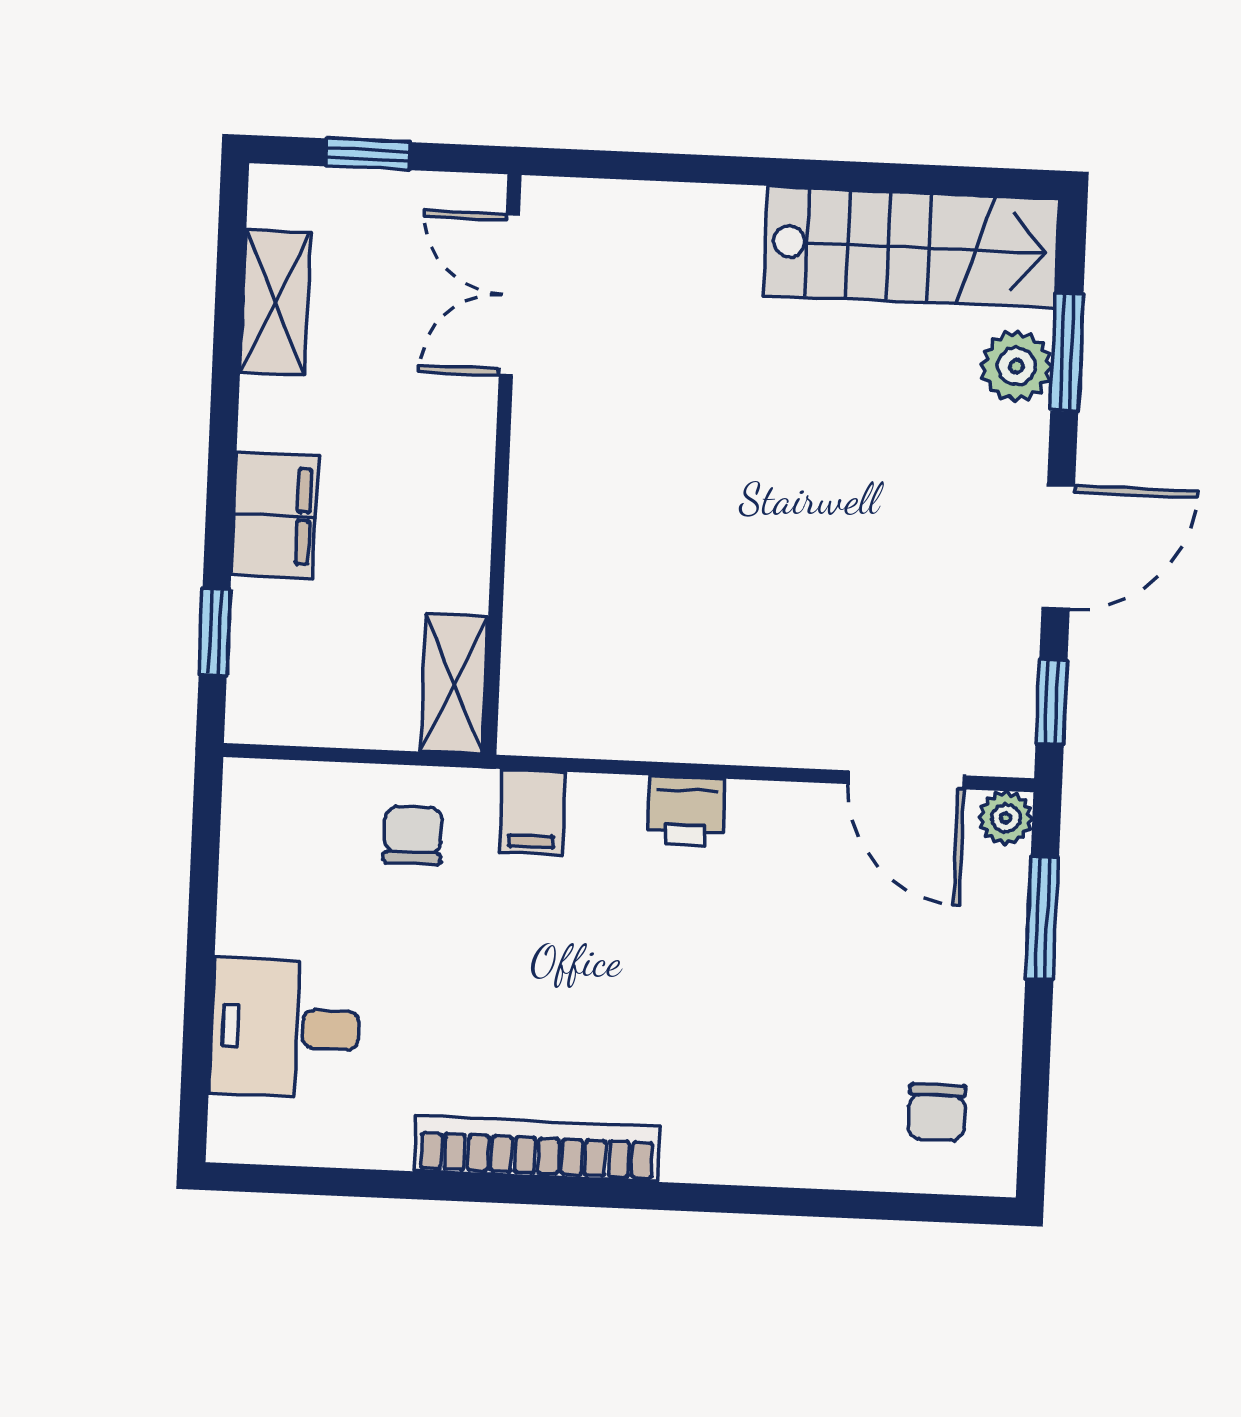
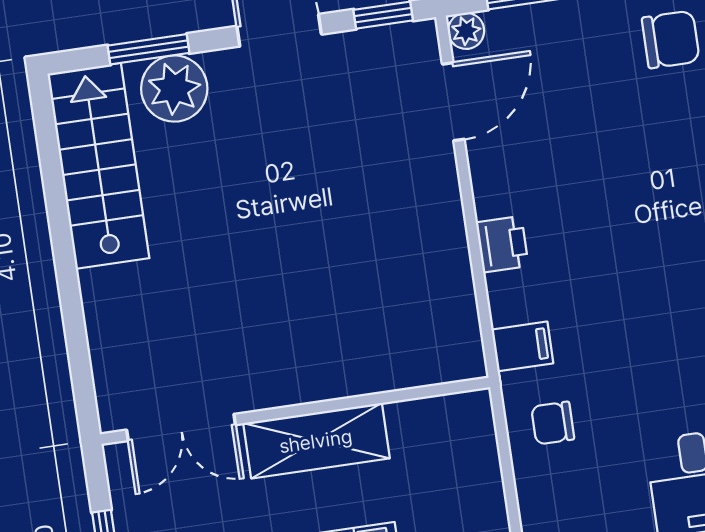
plant: (1016, 366) -> (174, 89), width x1.36, depth x1.36
shelving: (454, 684) -> (316, 441), moved, width x1.50, depth x1.33
chair: (937, 1112) -> (671, 39), width x1.37, depth x1.37

